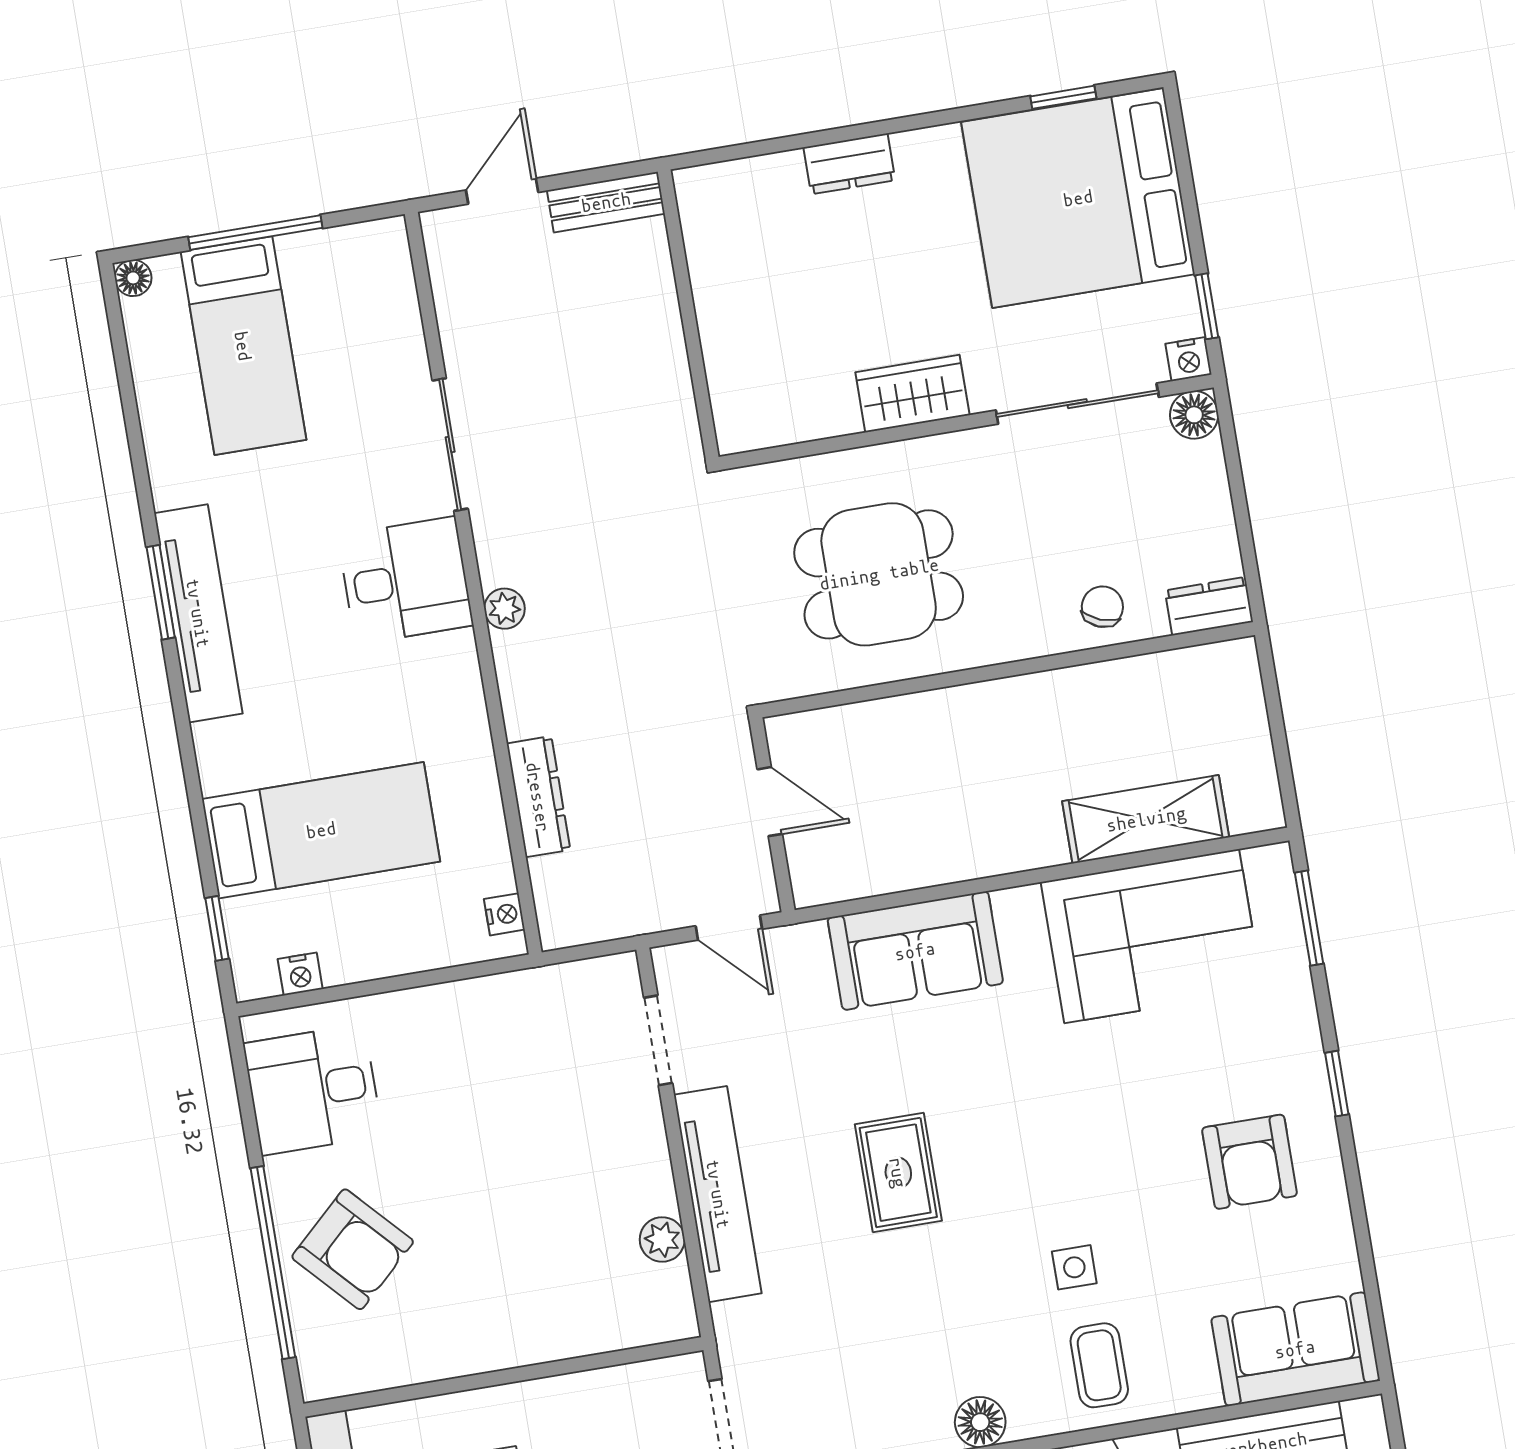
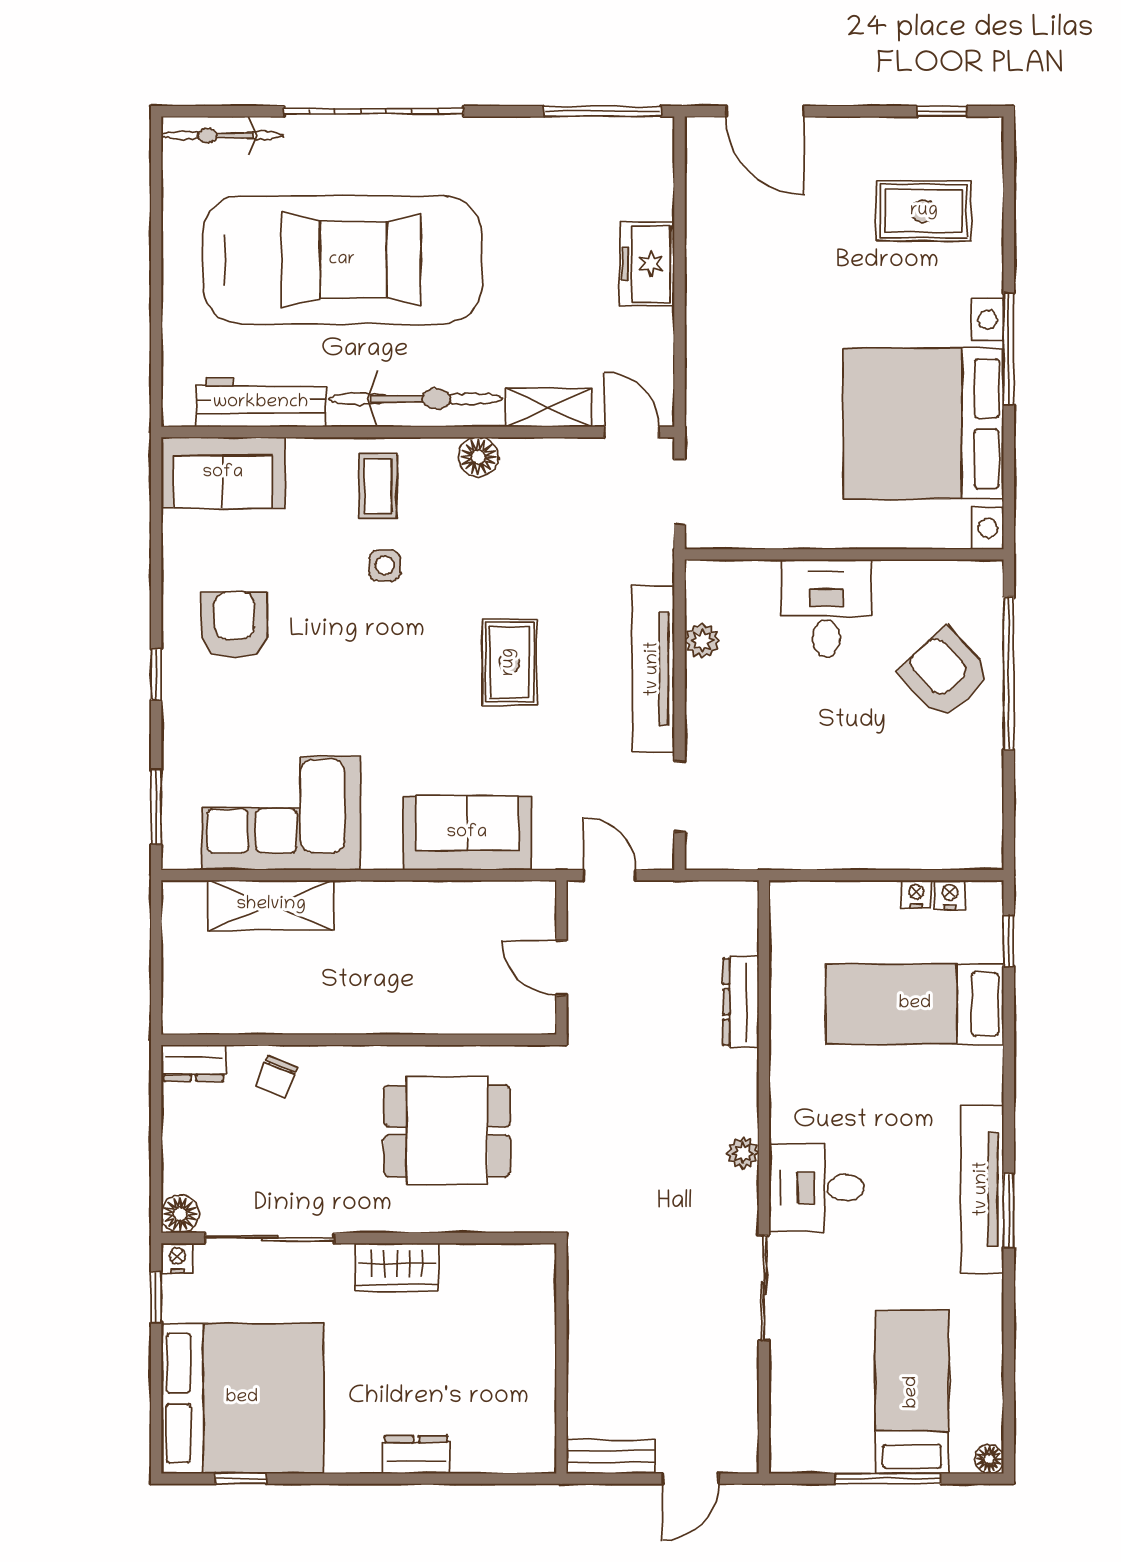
nightstand: (504, 914) -> (916, 894), moved, turned 90
desk: (313, 1090) -> (826, 608), moved, turned -90

